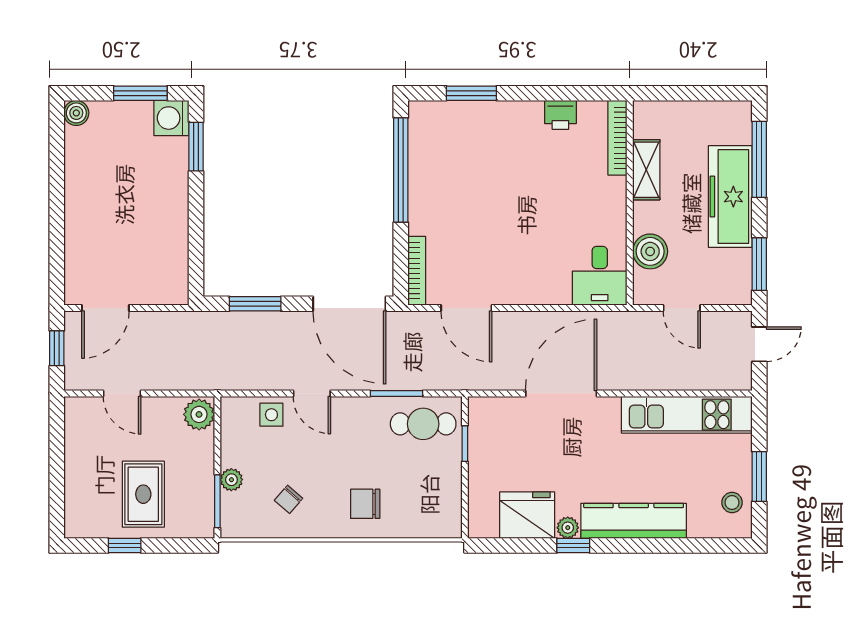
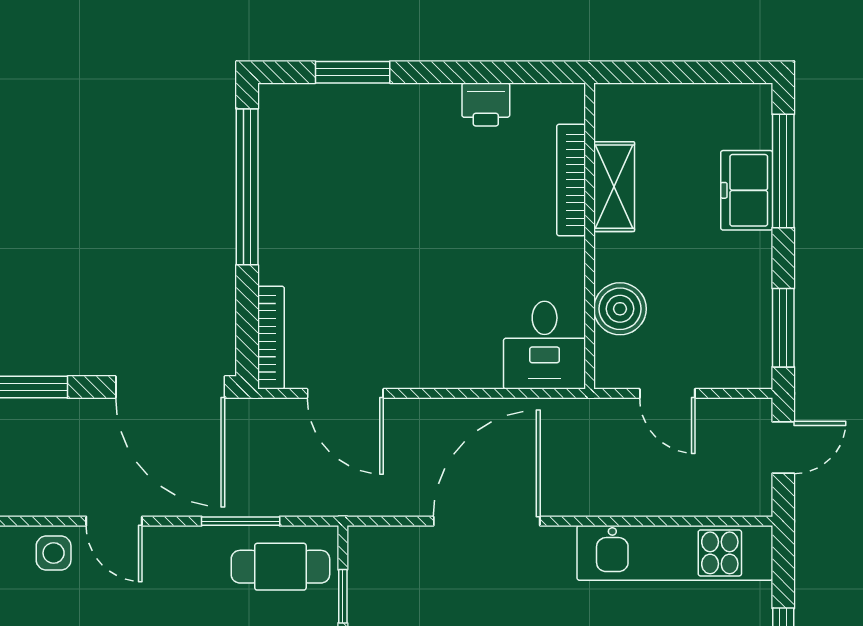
bookcase: (617, 138) -> (571, 180), moved
freezer: (730, 197) -> (747, 190), width x0.52, depth x0.79

